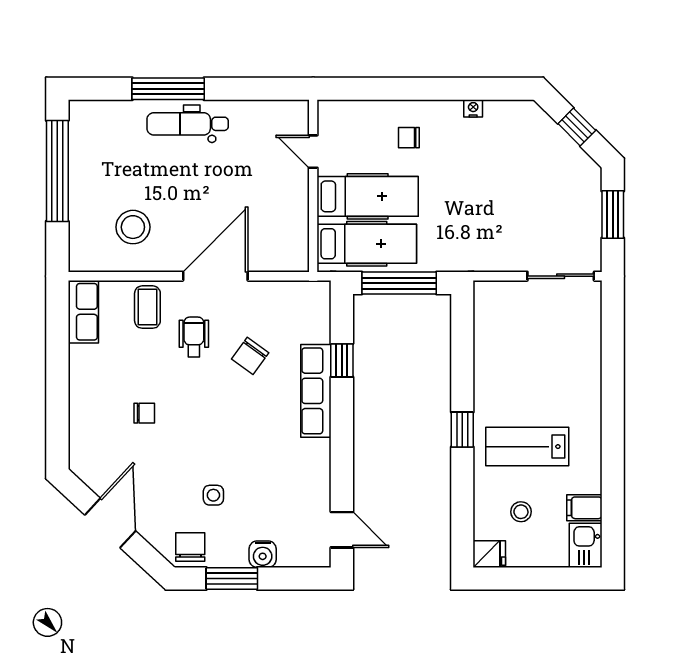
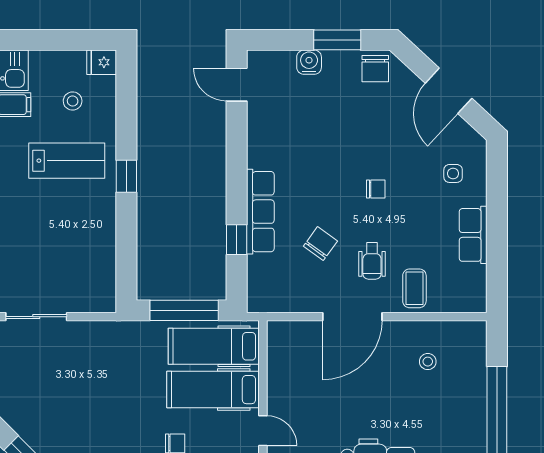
stool: (133, 227) -> (428, 362), width x0.53, depth x0.53
row of seats: (83, 312) -> (473, 235), moved
chair: (144, 413) -> (376, 189), moved, turned 180
side table: (213, 495) -> (453, 173), moved

